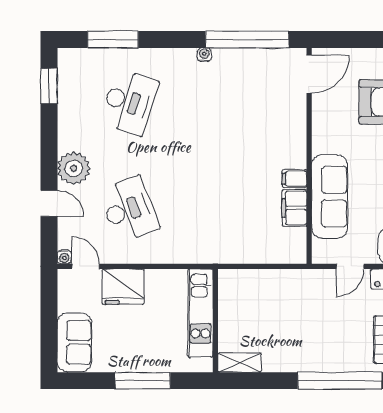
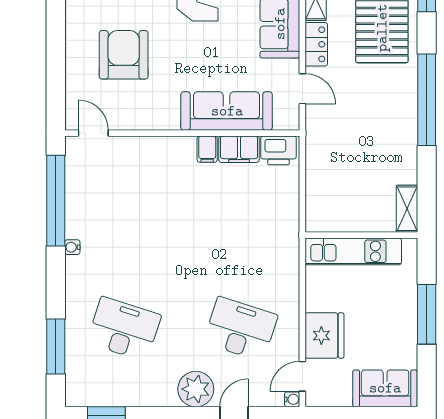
door: (309, 74) -> (93, 133), width x0.73
desk: (129, 209) -> (241, 329), turned 39
printer: (293, 244) -> (279, 150), added

